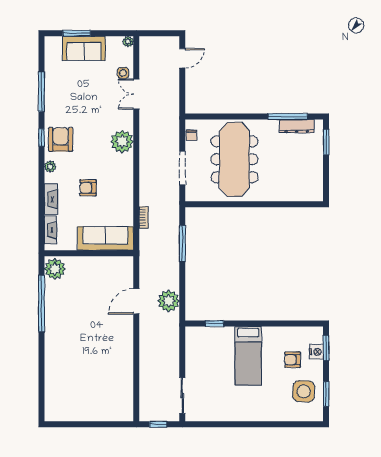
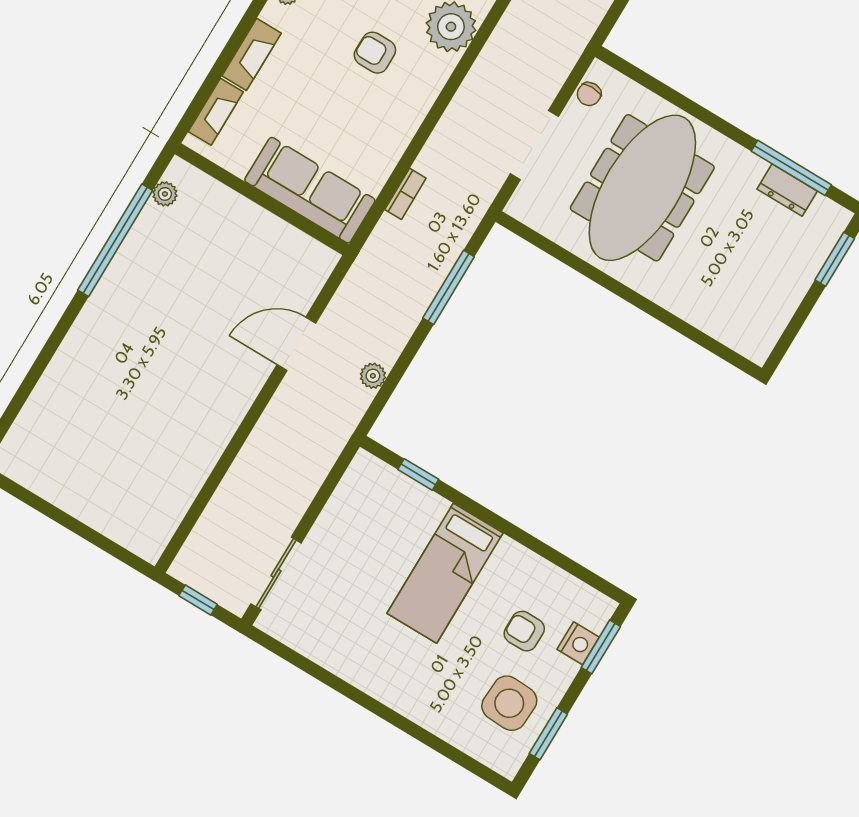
dresser: (297, 126) -> (787, 190), width x0.70
armchair: (88, 188) -> (375, 53), moved
plant: (55, 269) -> (165, 194), width x0.53, depth x0.53
plant: (169, 301) -> (373, 376), width x0.53, depth x0.53

